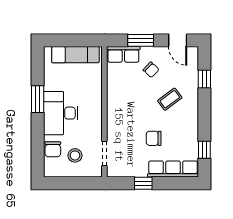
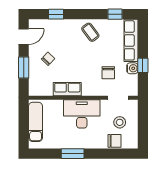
row of seats: (123, 54) -> (67, 89), moved, turned -90
coffee table: (170, 99) -> (90, 32), moved
desk: (61, 113) -> (82, 114), moved, turned 180
chair: (154, 138) -> (108, 73), moved
water cooler: (140, 171) -> (132, 68), added

